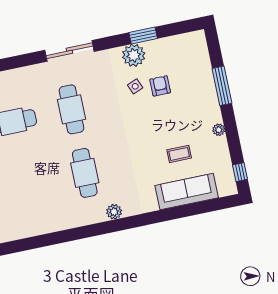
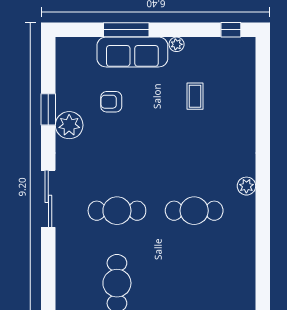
side table: (135, 86) -> (106, 131), removed
sofa: (187, 192) -> (132, 52), moved, turned -90

